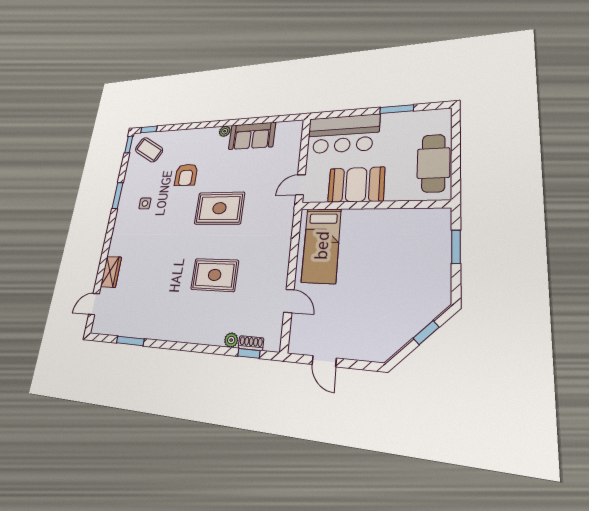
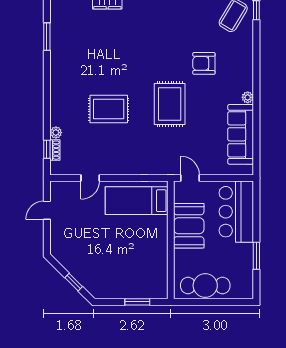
sofa: (252, 136) -> (241, 134), width x1.36
side table: (145, 203) -> (176, 23), removed
rug: (215, 275) -> (109, 109), turned 90

